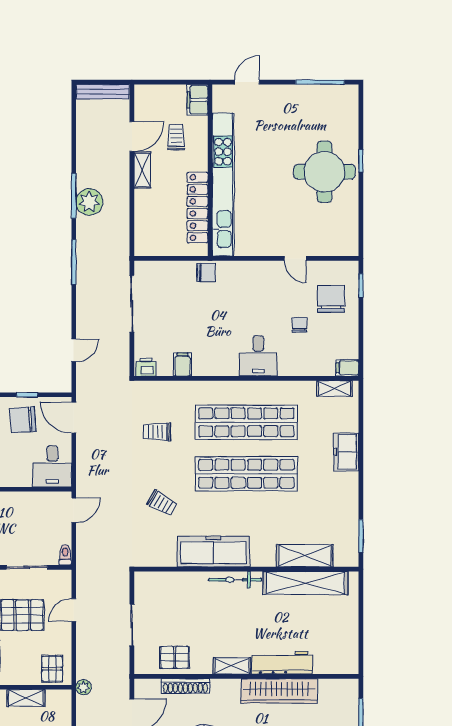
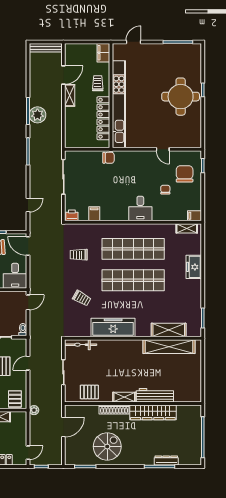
trolley: (176, 137) -> (98, 83), moved
bicycle: (235, 580) -> (81, 345), moved
shoe rack: (185, 686) -> (114, 409), moved

